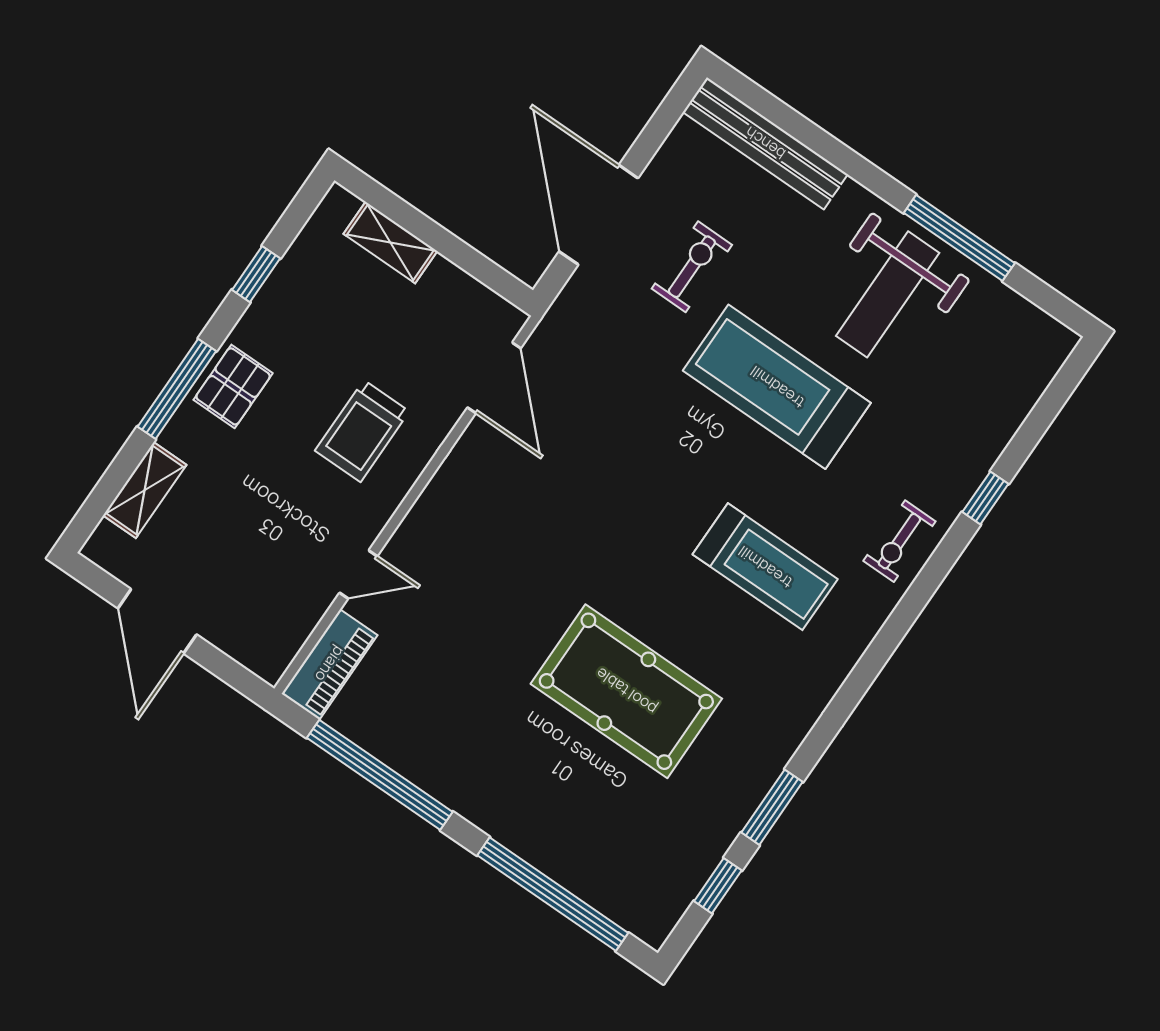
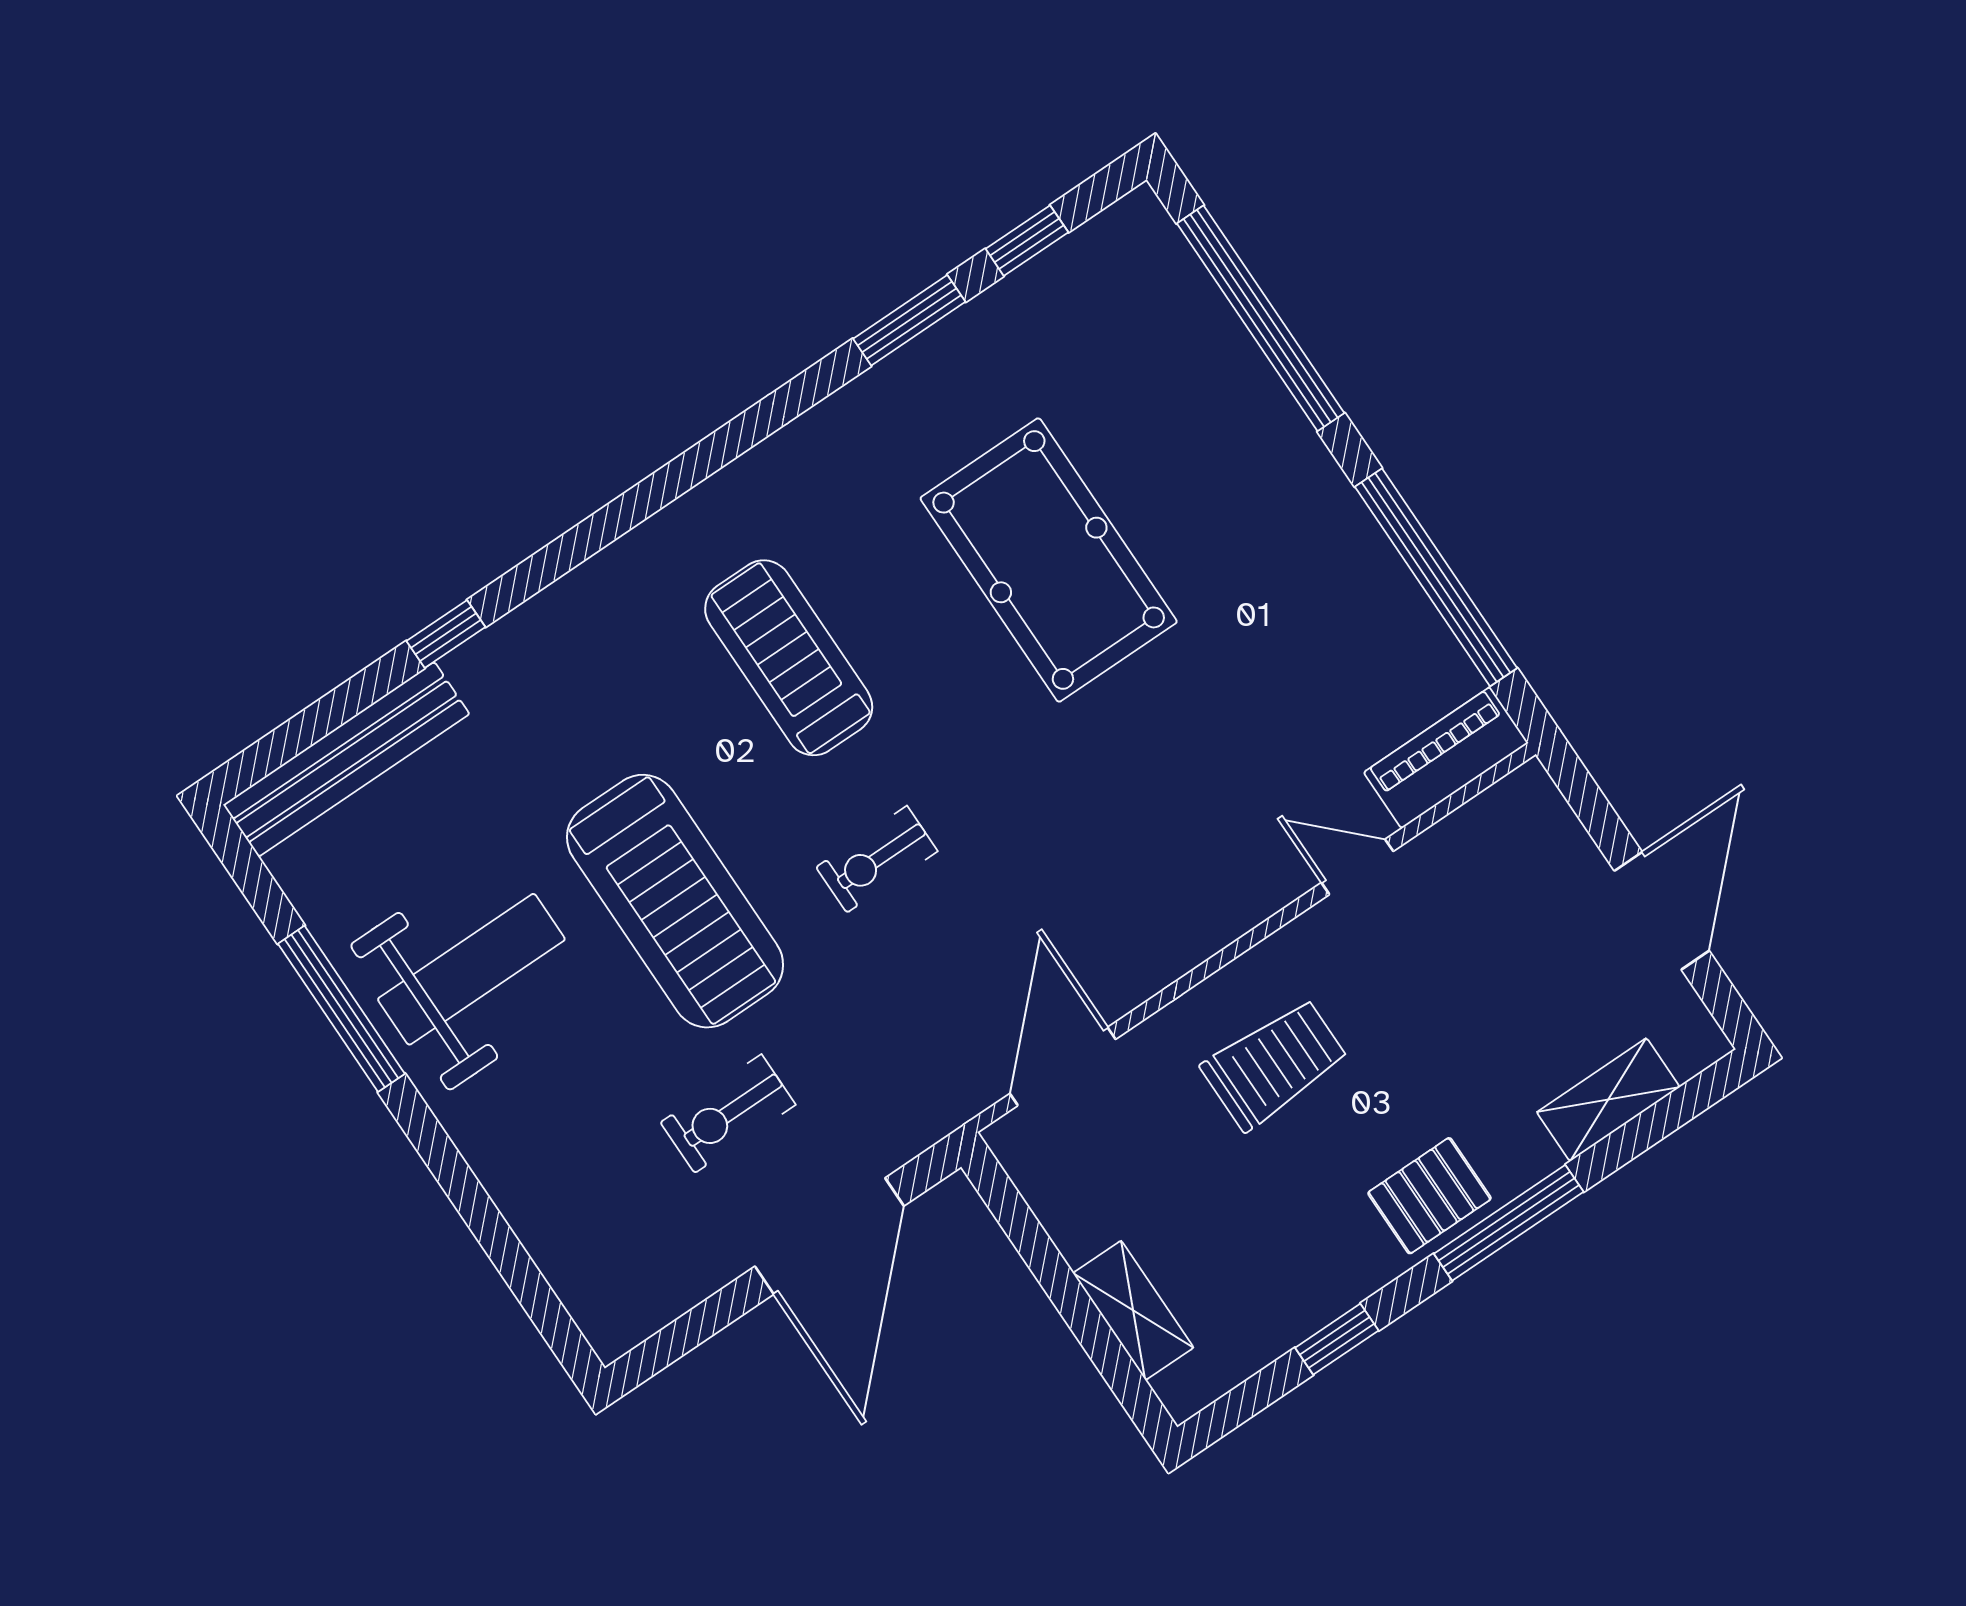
bench: (765, 143) -> (346, 759), moved, turned 90
exercise bike: (899, 541) -> (877, 859), moved, turned 180

